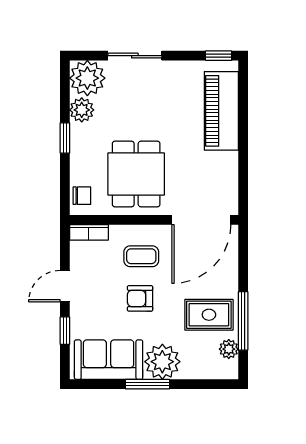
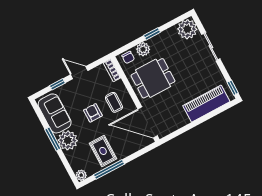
plant: (82, 110) -> (143, 49), moved
plant: (229, 349) -> (81, 175), moved

